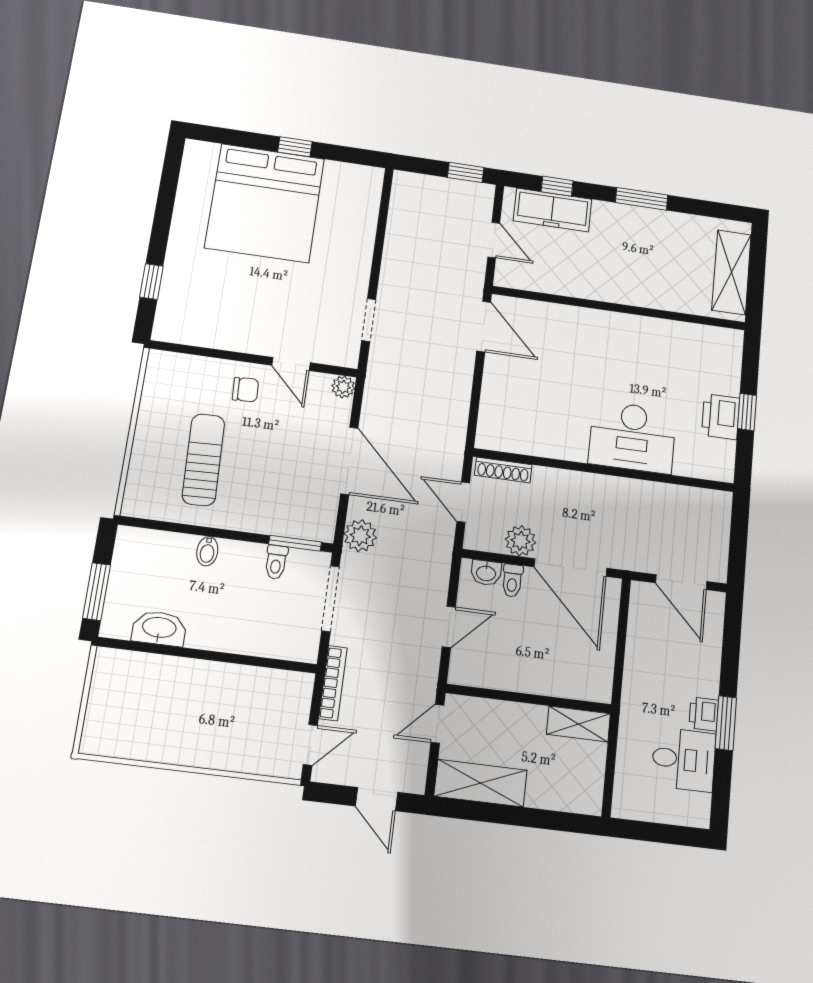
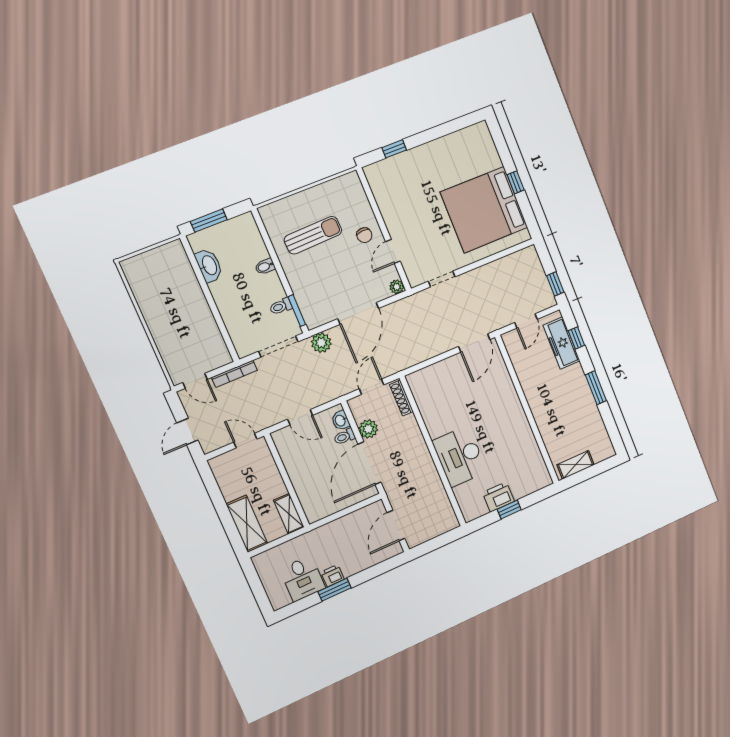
bed: (265, 203) -> (484, 210), moved
shelving: (732, 272) -> (576, 465), width x0.67, depth x0.75
shelving: (481, 783) -> (247, 524), moved

